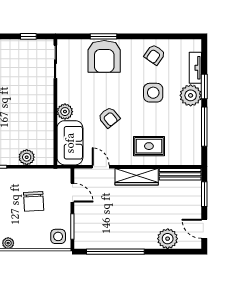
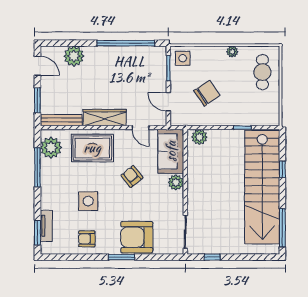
window: (103, 36) -> (122, 257), moved
armchair: (155, 55) -> (87, 239), turned -125
armchair: (104, 56) -> (137, 237), turned -90
window: (204, 86) -> (37, 232), moved
plant: (191, 95) -> (51, 148), moved
rug: (149, 146) -> (92, 148), width x1.36, depth x1.43
plant: (27, 157) -> (199, 137), moved
chair: (34, 201) -> (207, 93), turned 59

